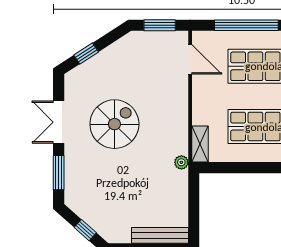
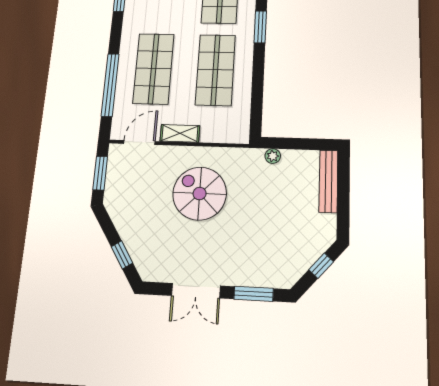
spiral stairs: (114, 124) -> (200, 194), moved
shelving: (200, 144) -> (180, 133), moved
plant: (181, 162) -> (273, 156), moved

